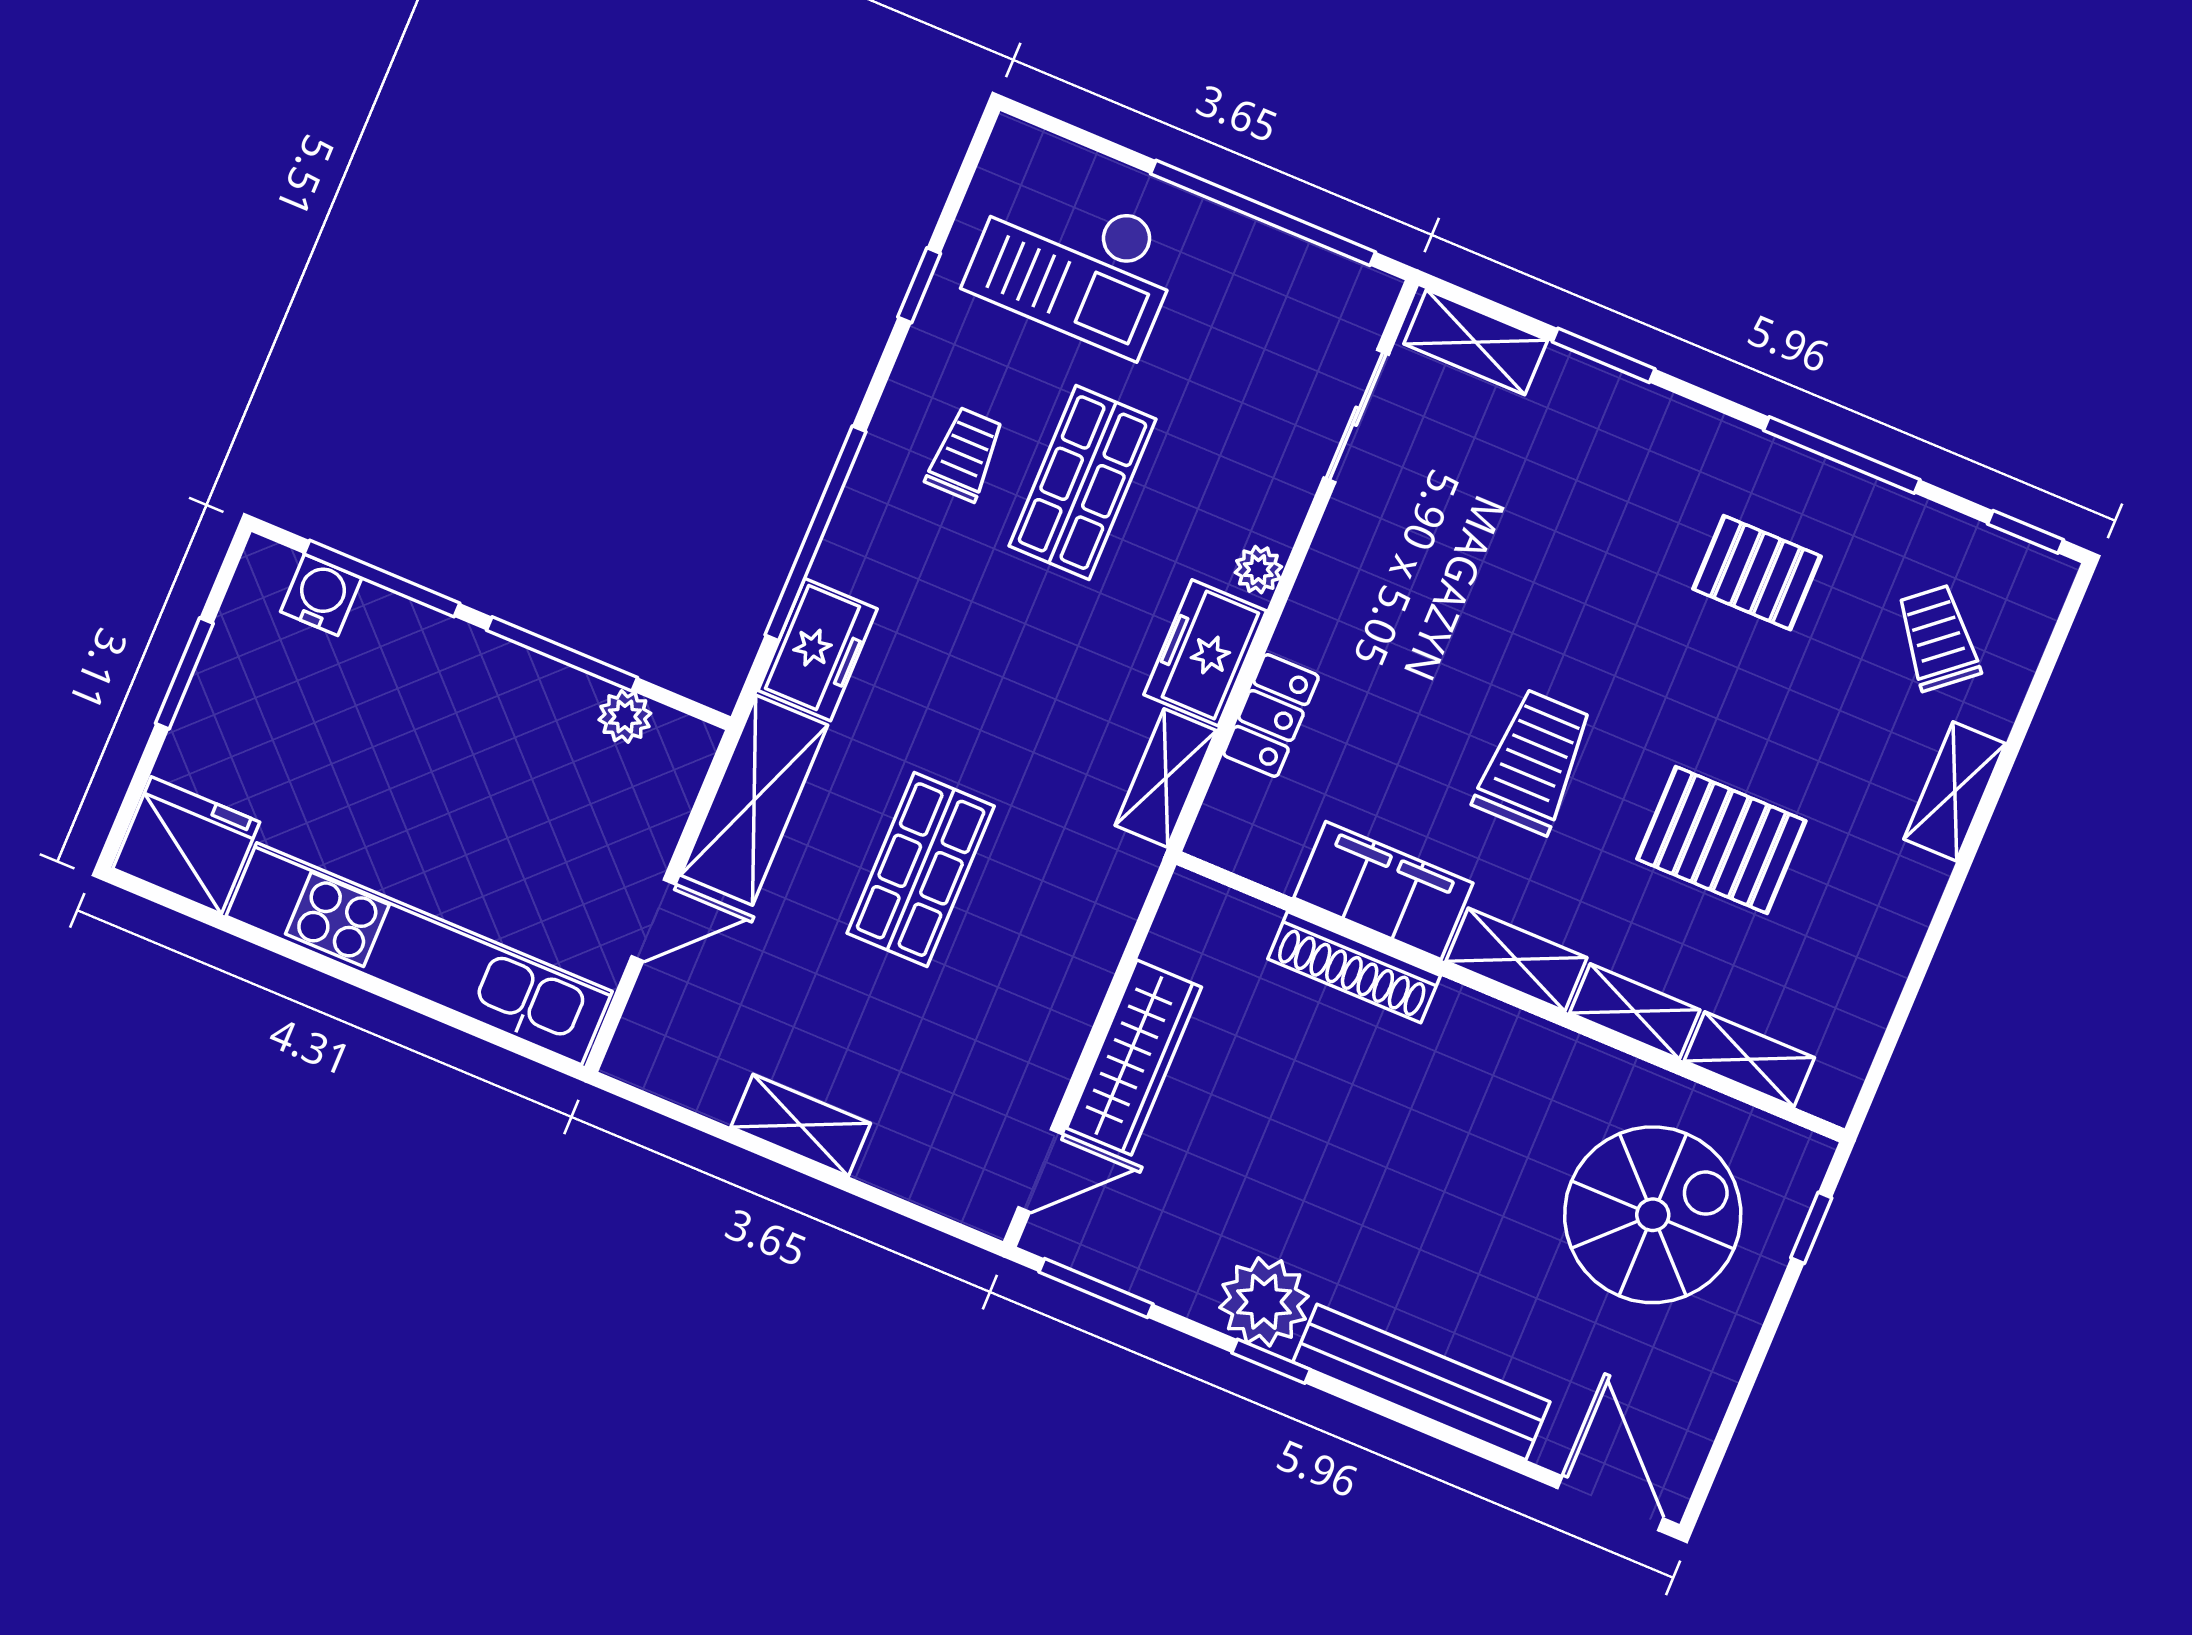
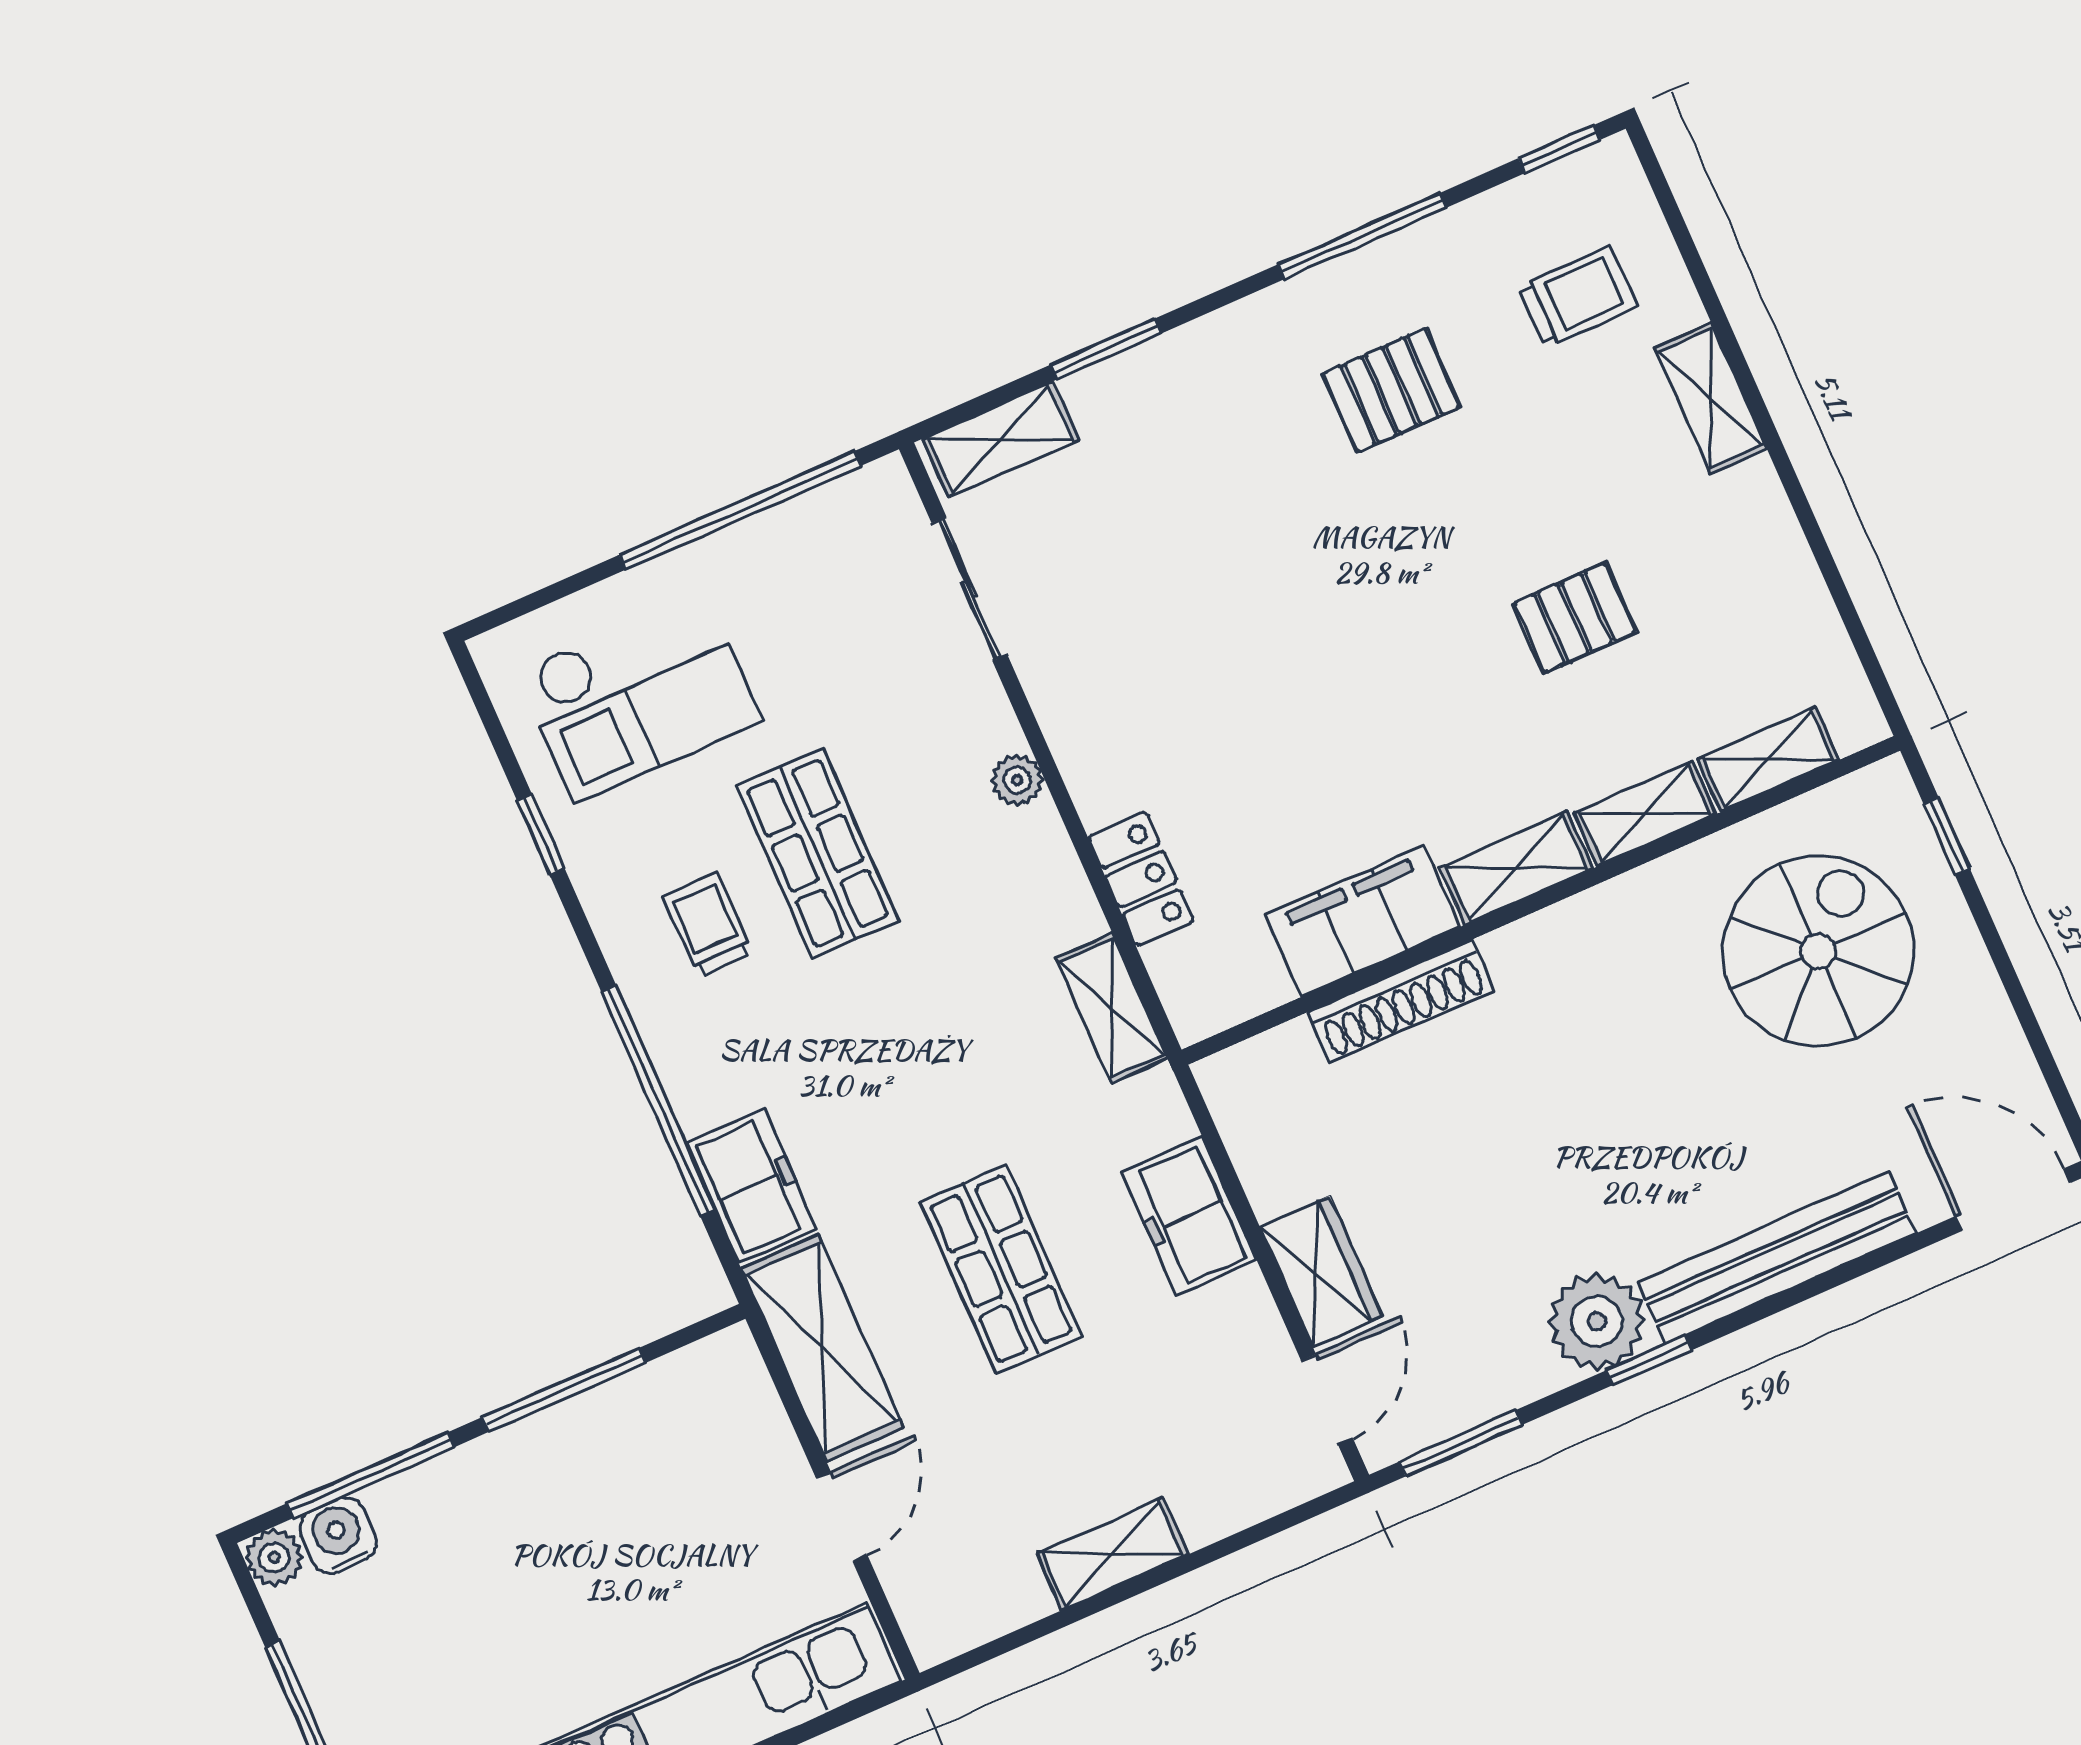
trolley: (1938, 638) -> (1578, 297), turned 130
freezer: (1205, 653) -> (1189, 1216), moved
plant: (625, 717) -> (274, 1558), moved
trolley: (1533, 762) -> (1373, 707), removed
pallet: (1721, 840) -> (1575, 618), width x0.67, depth x0.71
wardrobe: (1134, 1058) -> (1321, 1272), width x0.67

